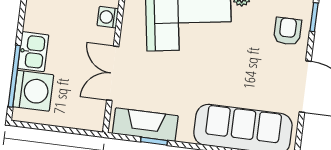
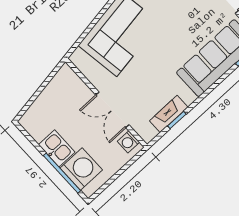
washing machine: (108, 17) -> (128, 142), moved
fireplace: (145, 125) -> (169, 114), width x0.73, depth x0.76

